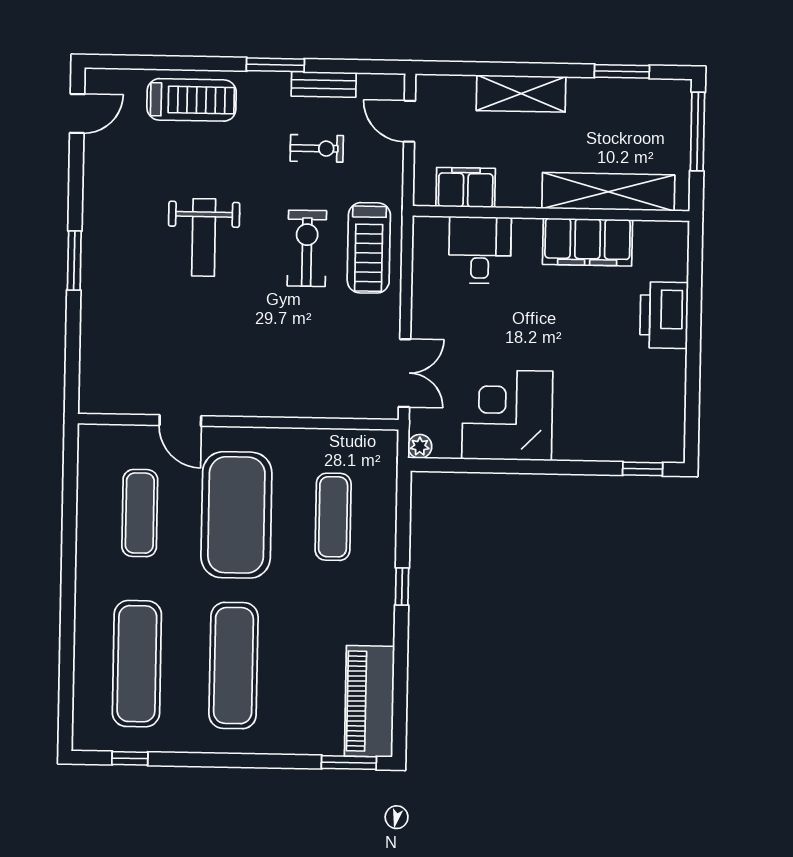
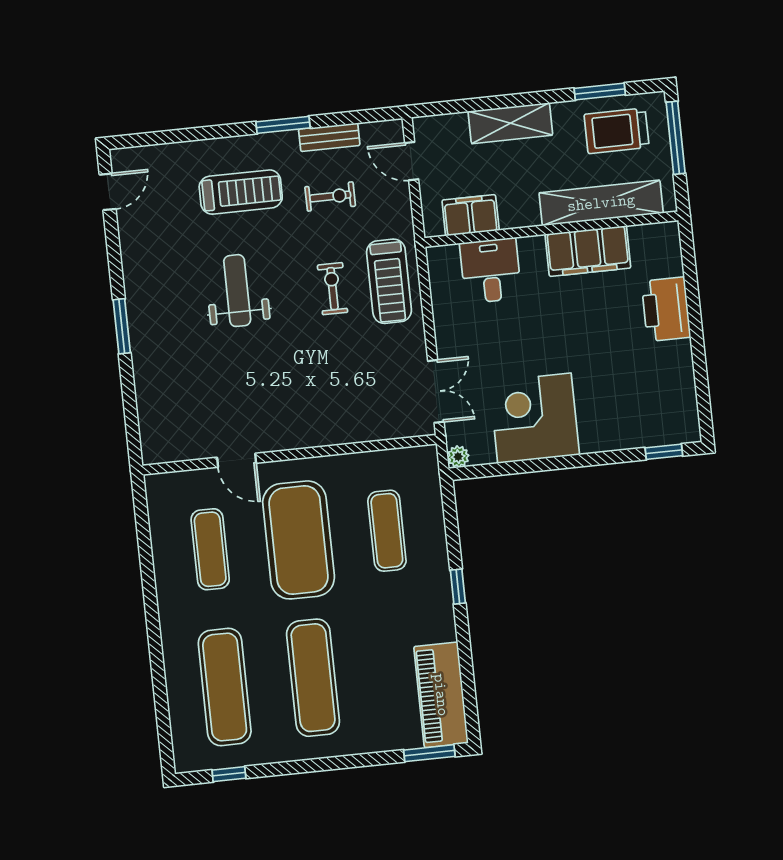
treadmill: (192, 100) -> (241, 192), moved
trolley: (635, 116) -> (617, 131), added
weight bench: (204, 237) -> (237, 291), turned 180
exercise bike: (307, 248) -> (333, 289), width x0.73, depth x0.72

